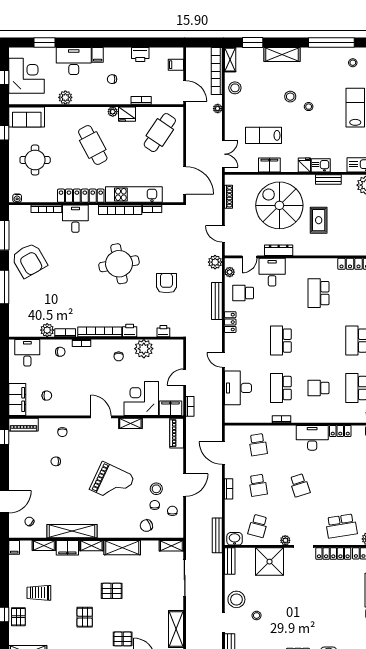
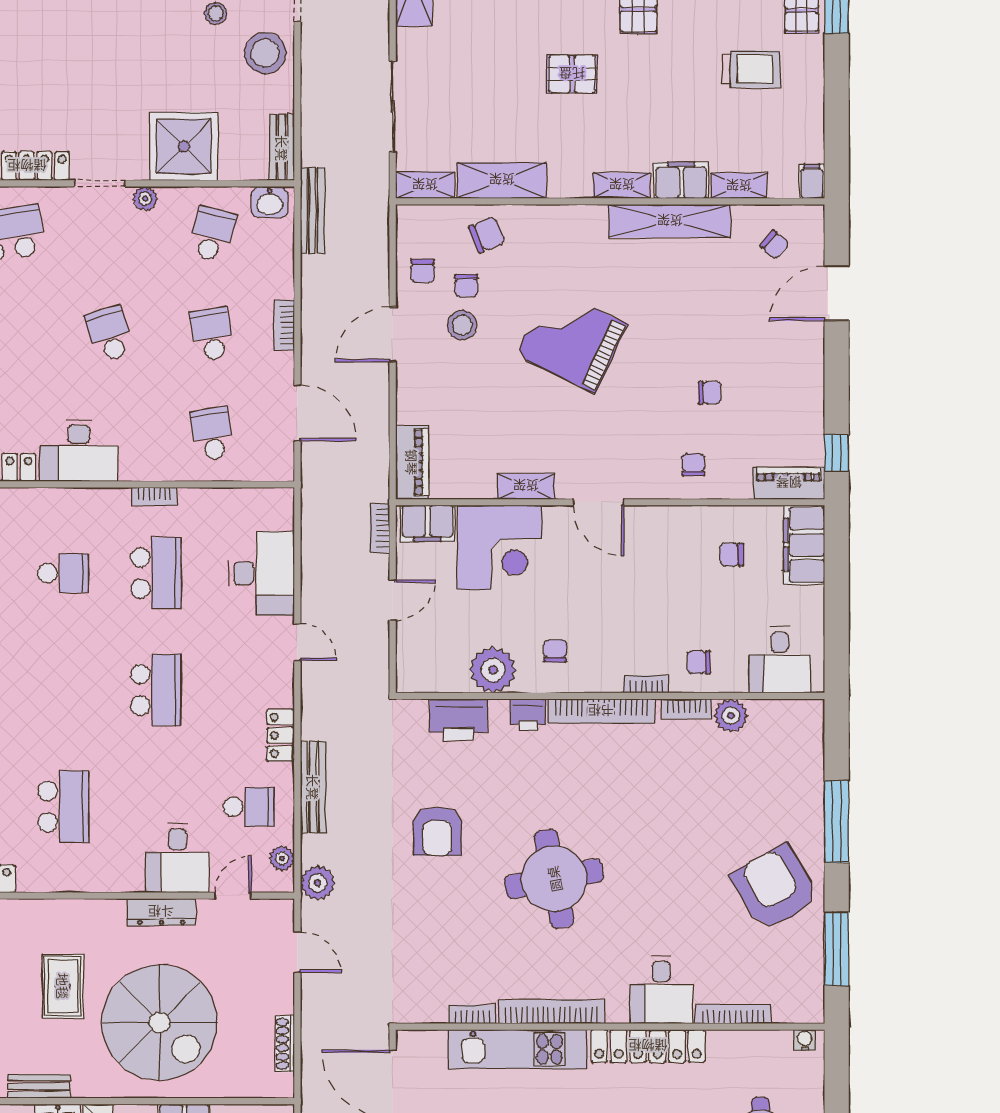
printer: (163, 331) -> (458, 720), width x1.87, depth x1.48
shelving: (122, 548) -> (502, 180), moved

